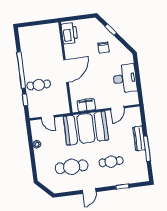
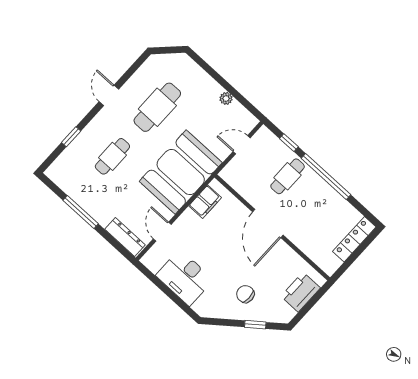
locker: (32, 30) -> (354, 239), added
printer: (69, 33) -> (301, 292), moved, turned 90
dresser: (139, 138) -> (125, 237), moved

